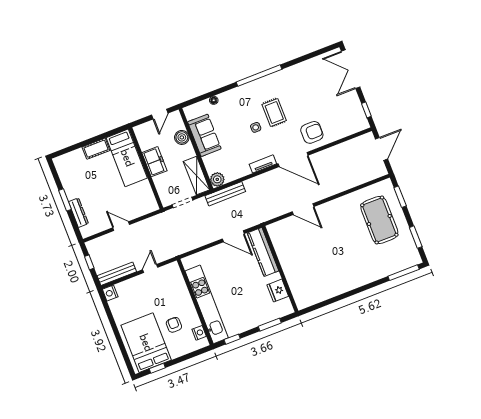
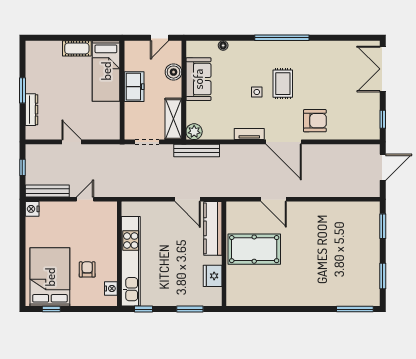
pool table: (379, 220) -> (254, 249), moved, turned 90

